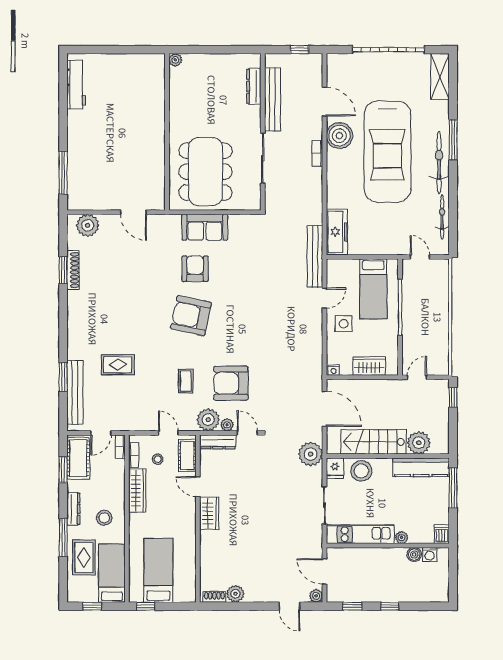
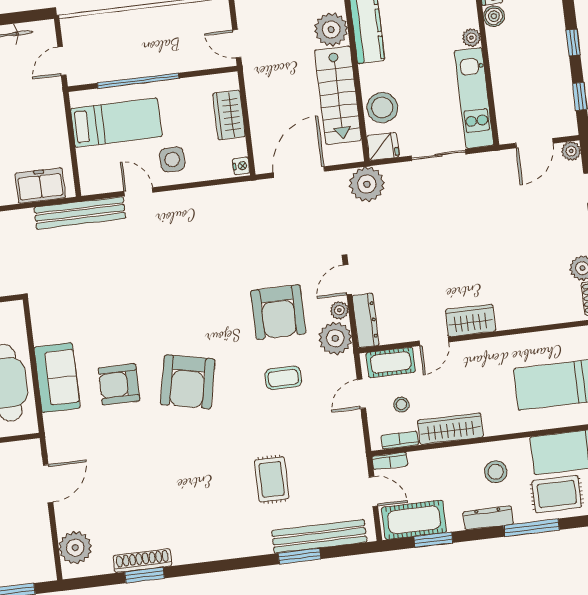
freezer: (337, 232) -> (40, 186), width x0.71

